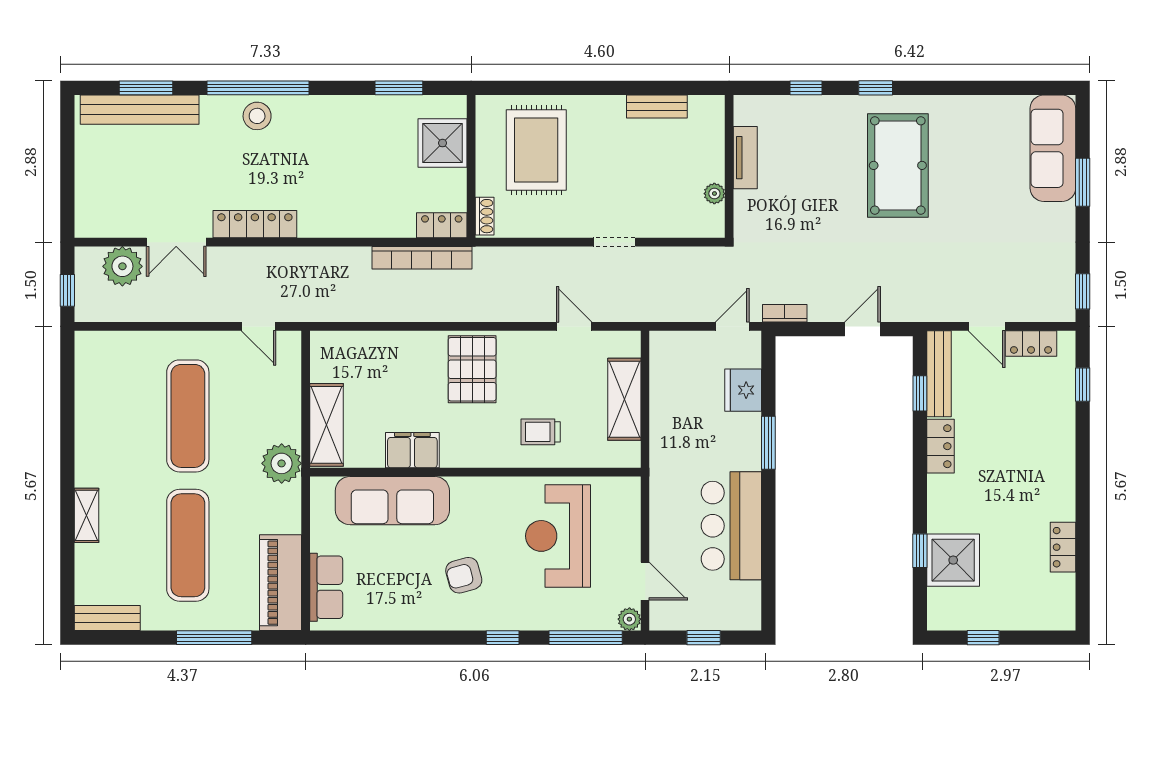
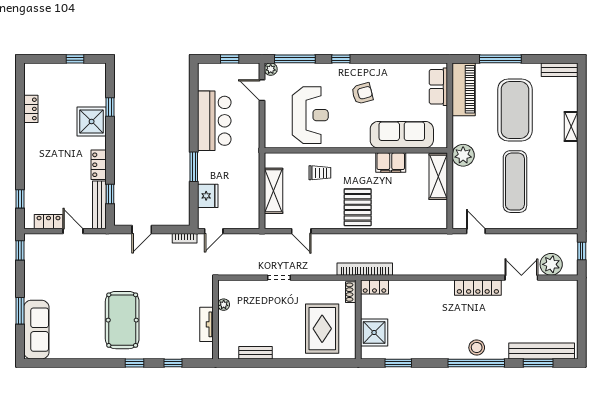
bookcase: (422, 258) -> (365, 269), moved
exercise mat: (188, 545) -> (515, 110), width x1.47
shower: (953, 560) -> (92, 121), moved

